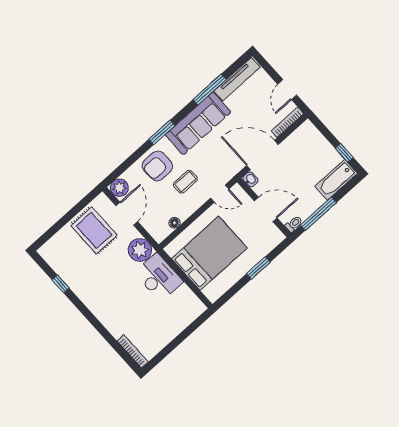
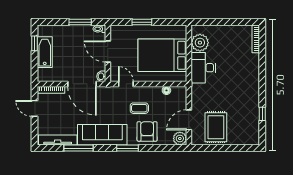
door: (287, 90) -> (35, 108), swing flipped
armchair: (157, 166) -> (147, 131), turned -90
bathtub: (336, 180) -> (45, 52), moved, turned -90
window: (318, 214) -> (80, 22), width x0.69
plant: (140, 250) -> (200, 43), moved

